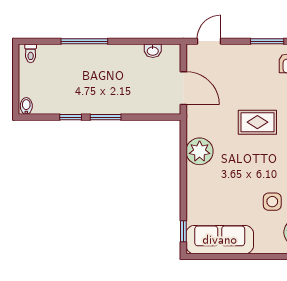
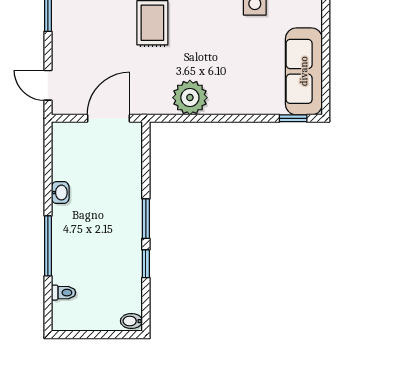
washbasin: (153, 51) -> (60, 193), moved
toilet: (31, 53) -> (64, 293), moved

